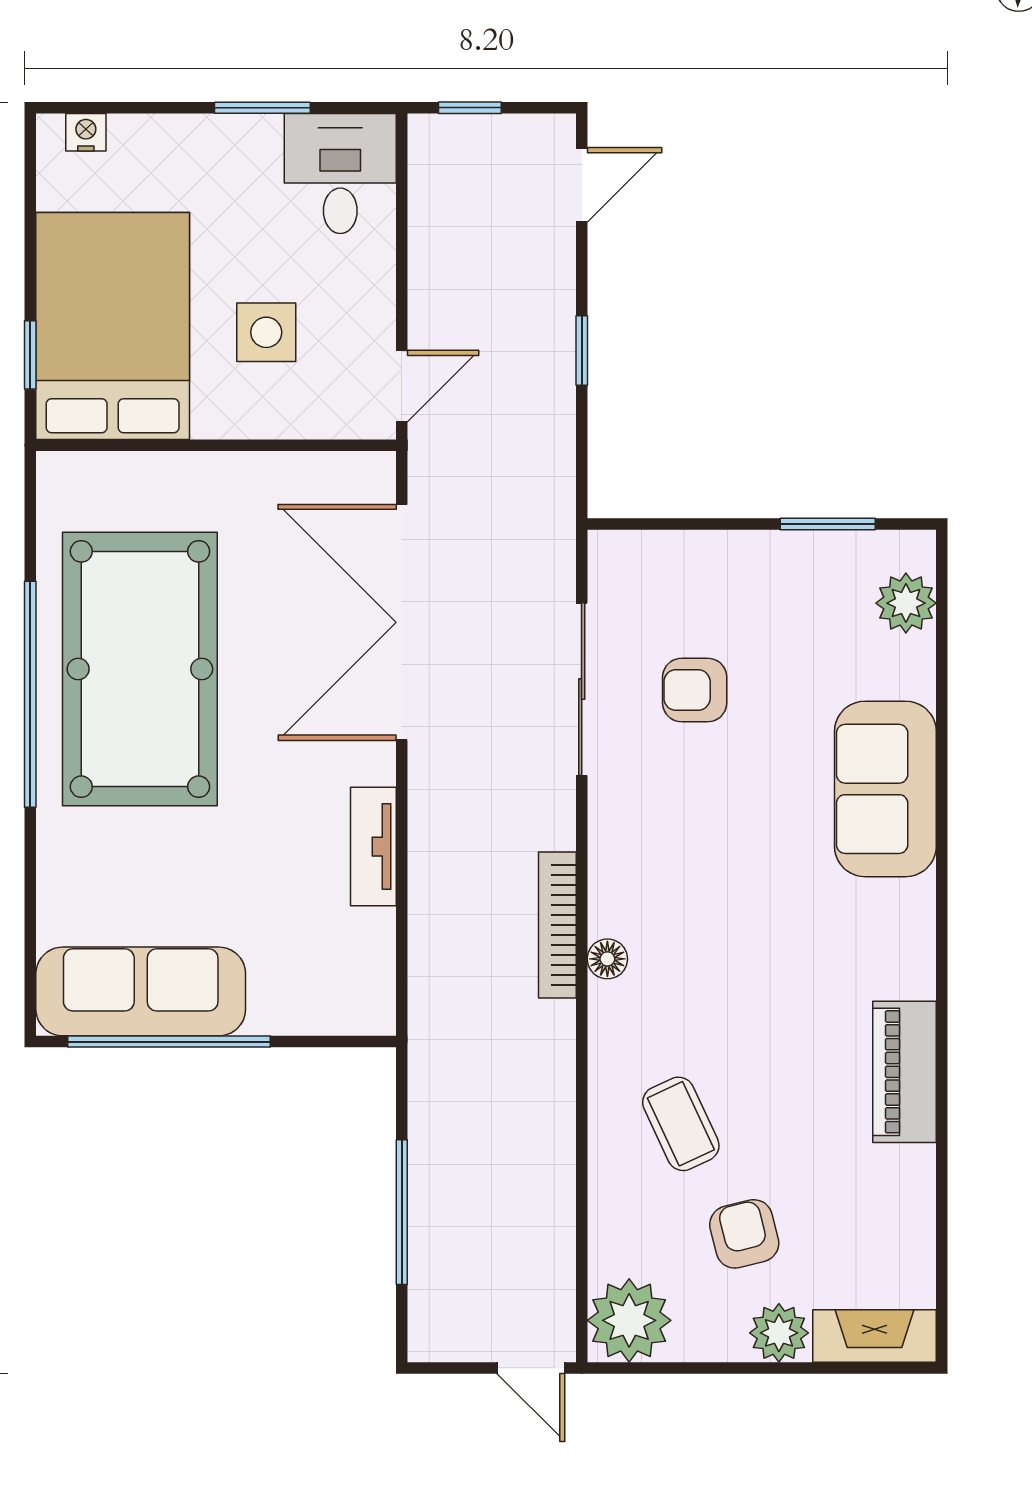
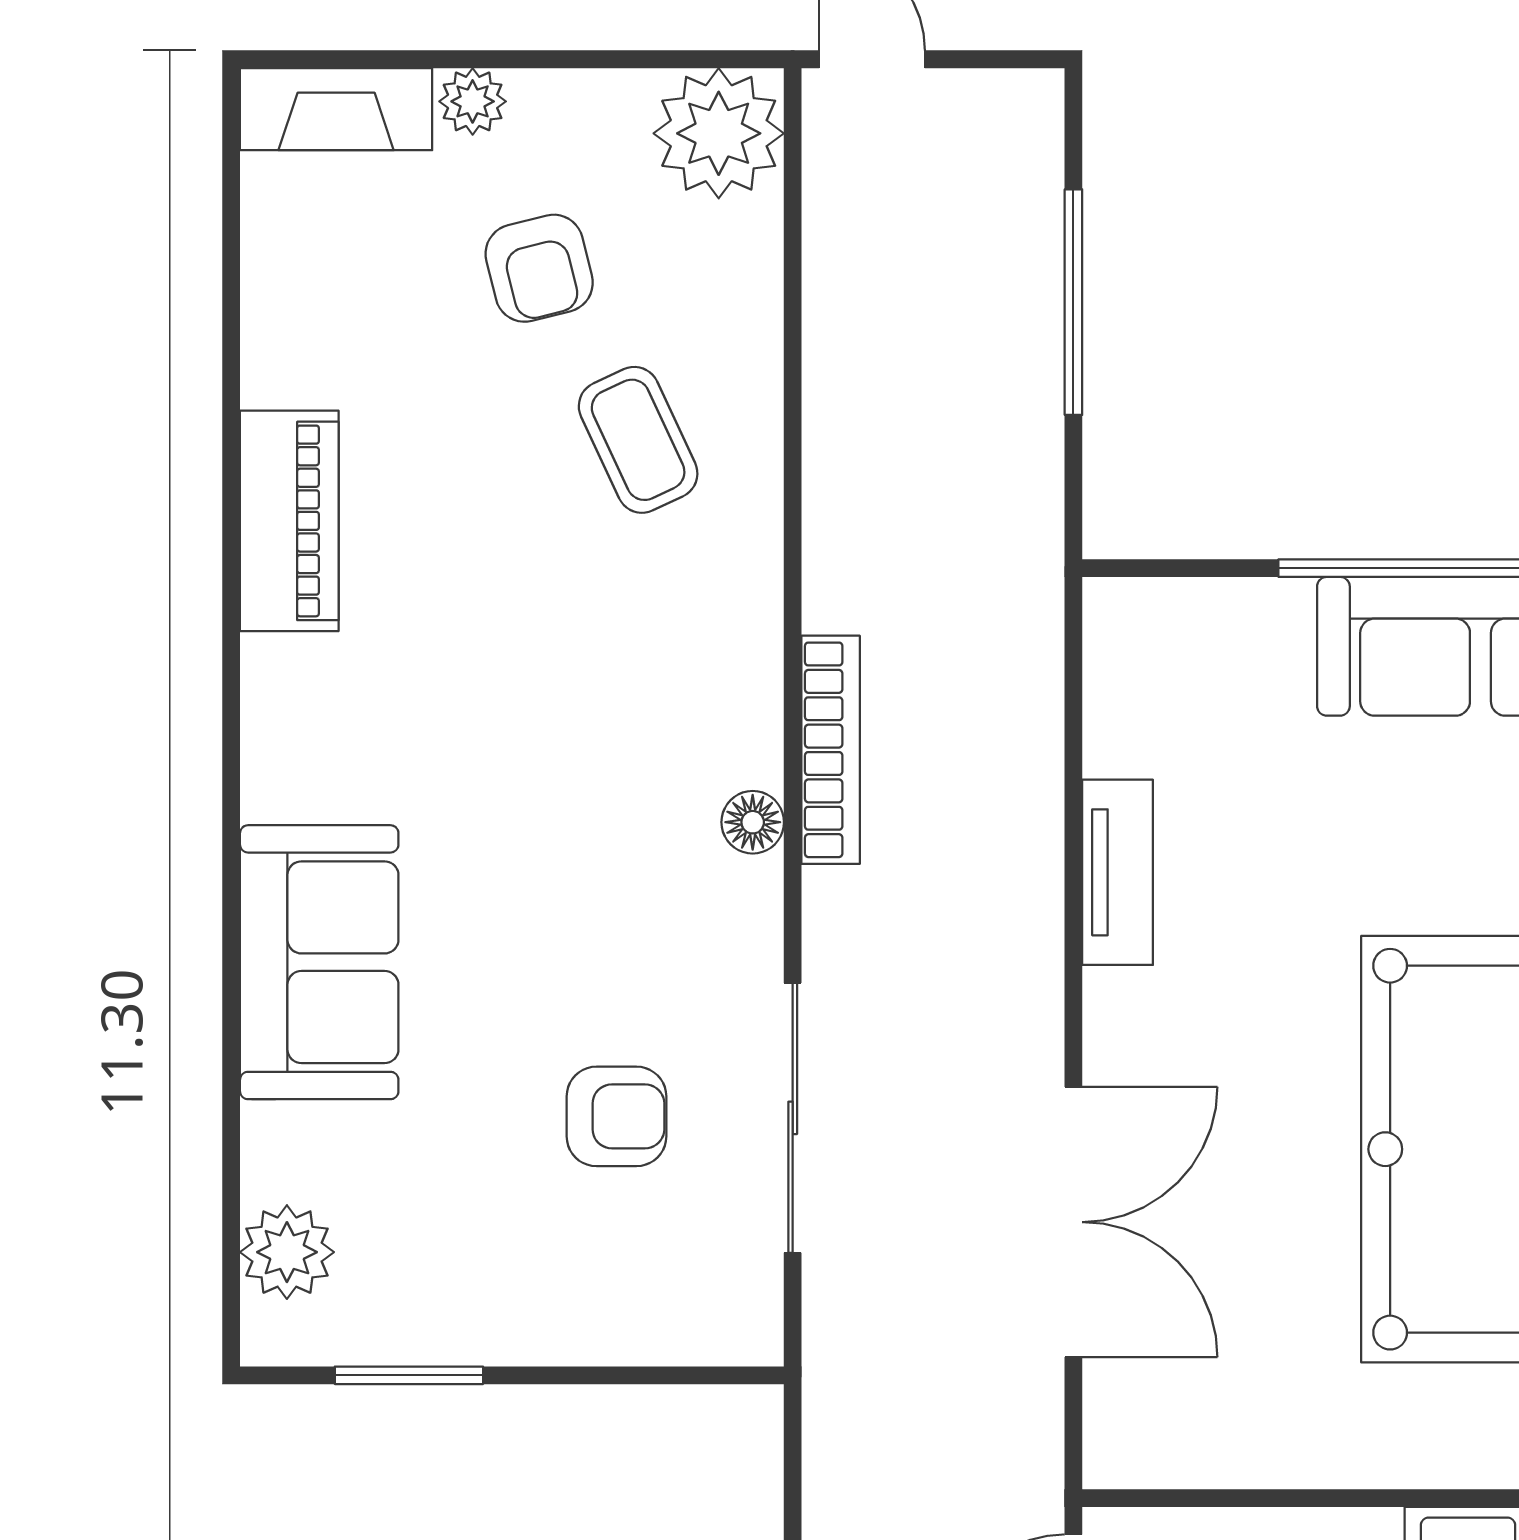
double door: (402, 622) -> (1073, 1222), width x0.73
floor lamp: (607, 959) -> (753, 822), moved
plant: (779, 1333) -> (473, 101), width x0.73, depth x0.73

